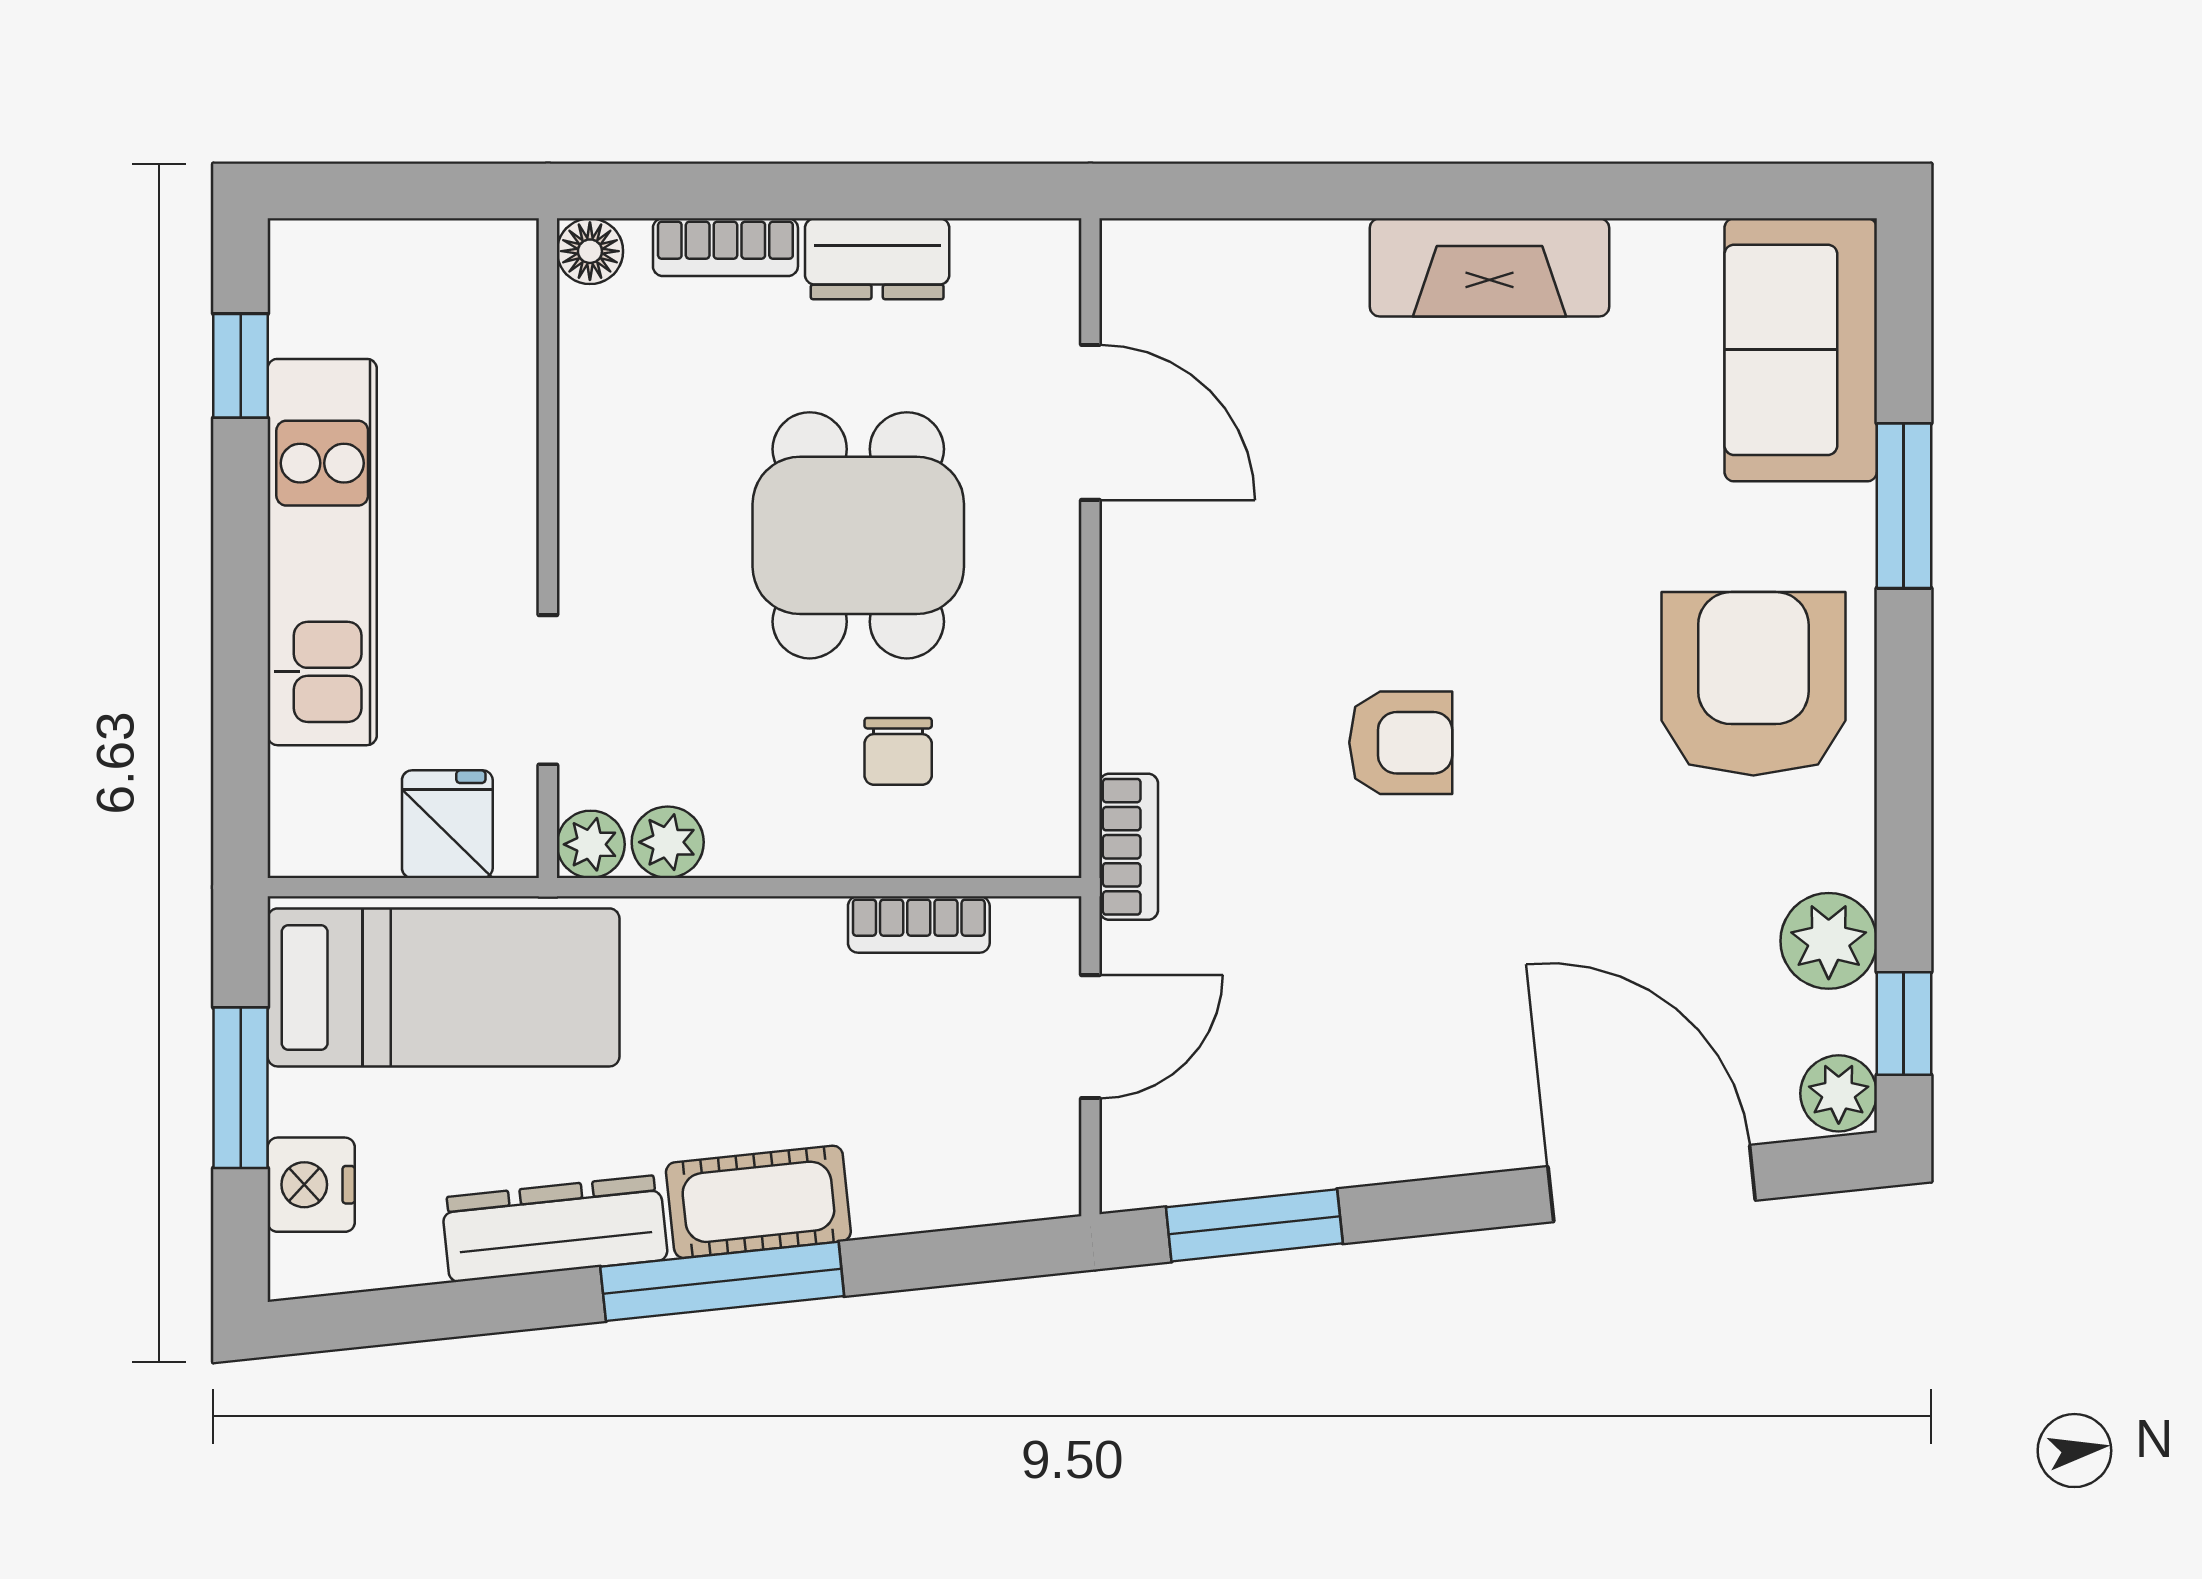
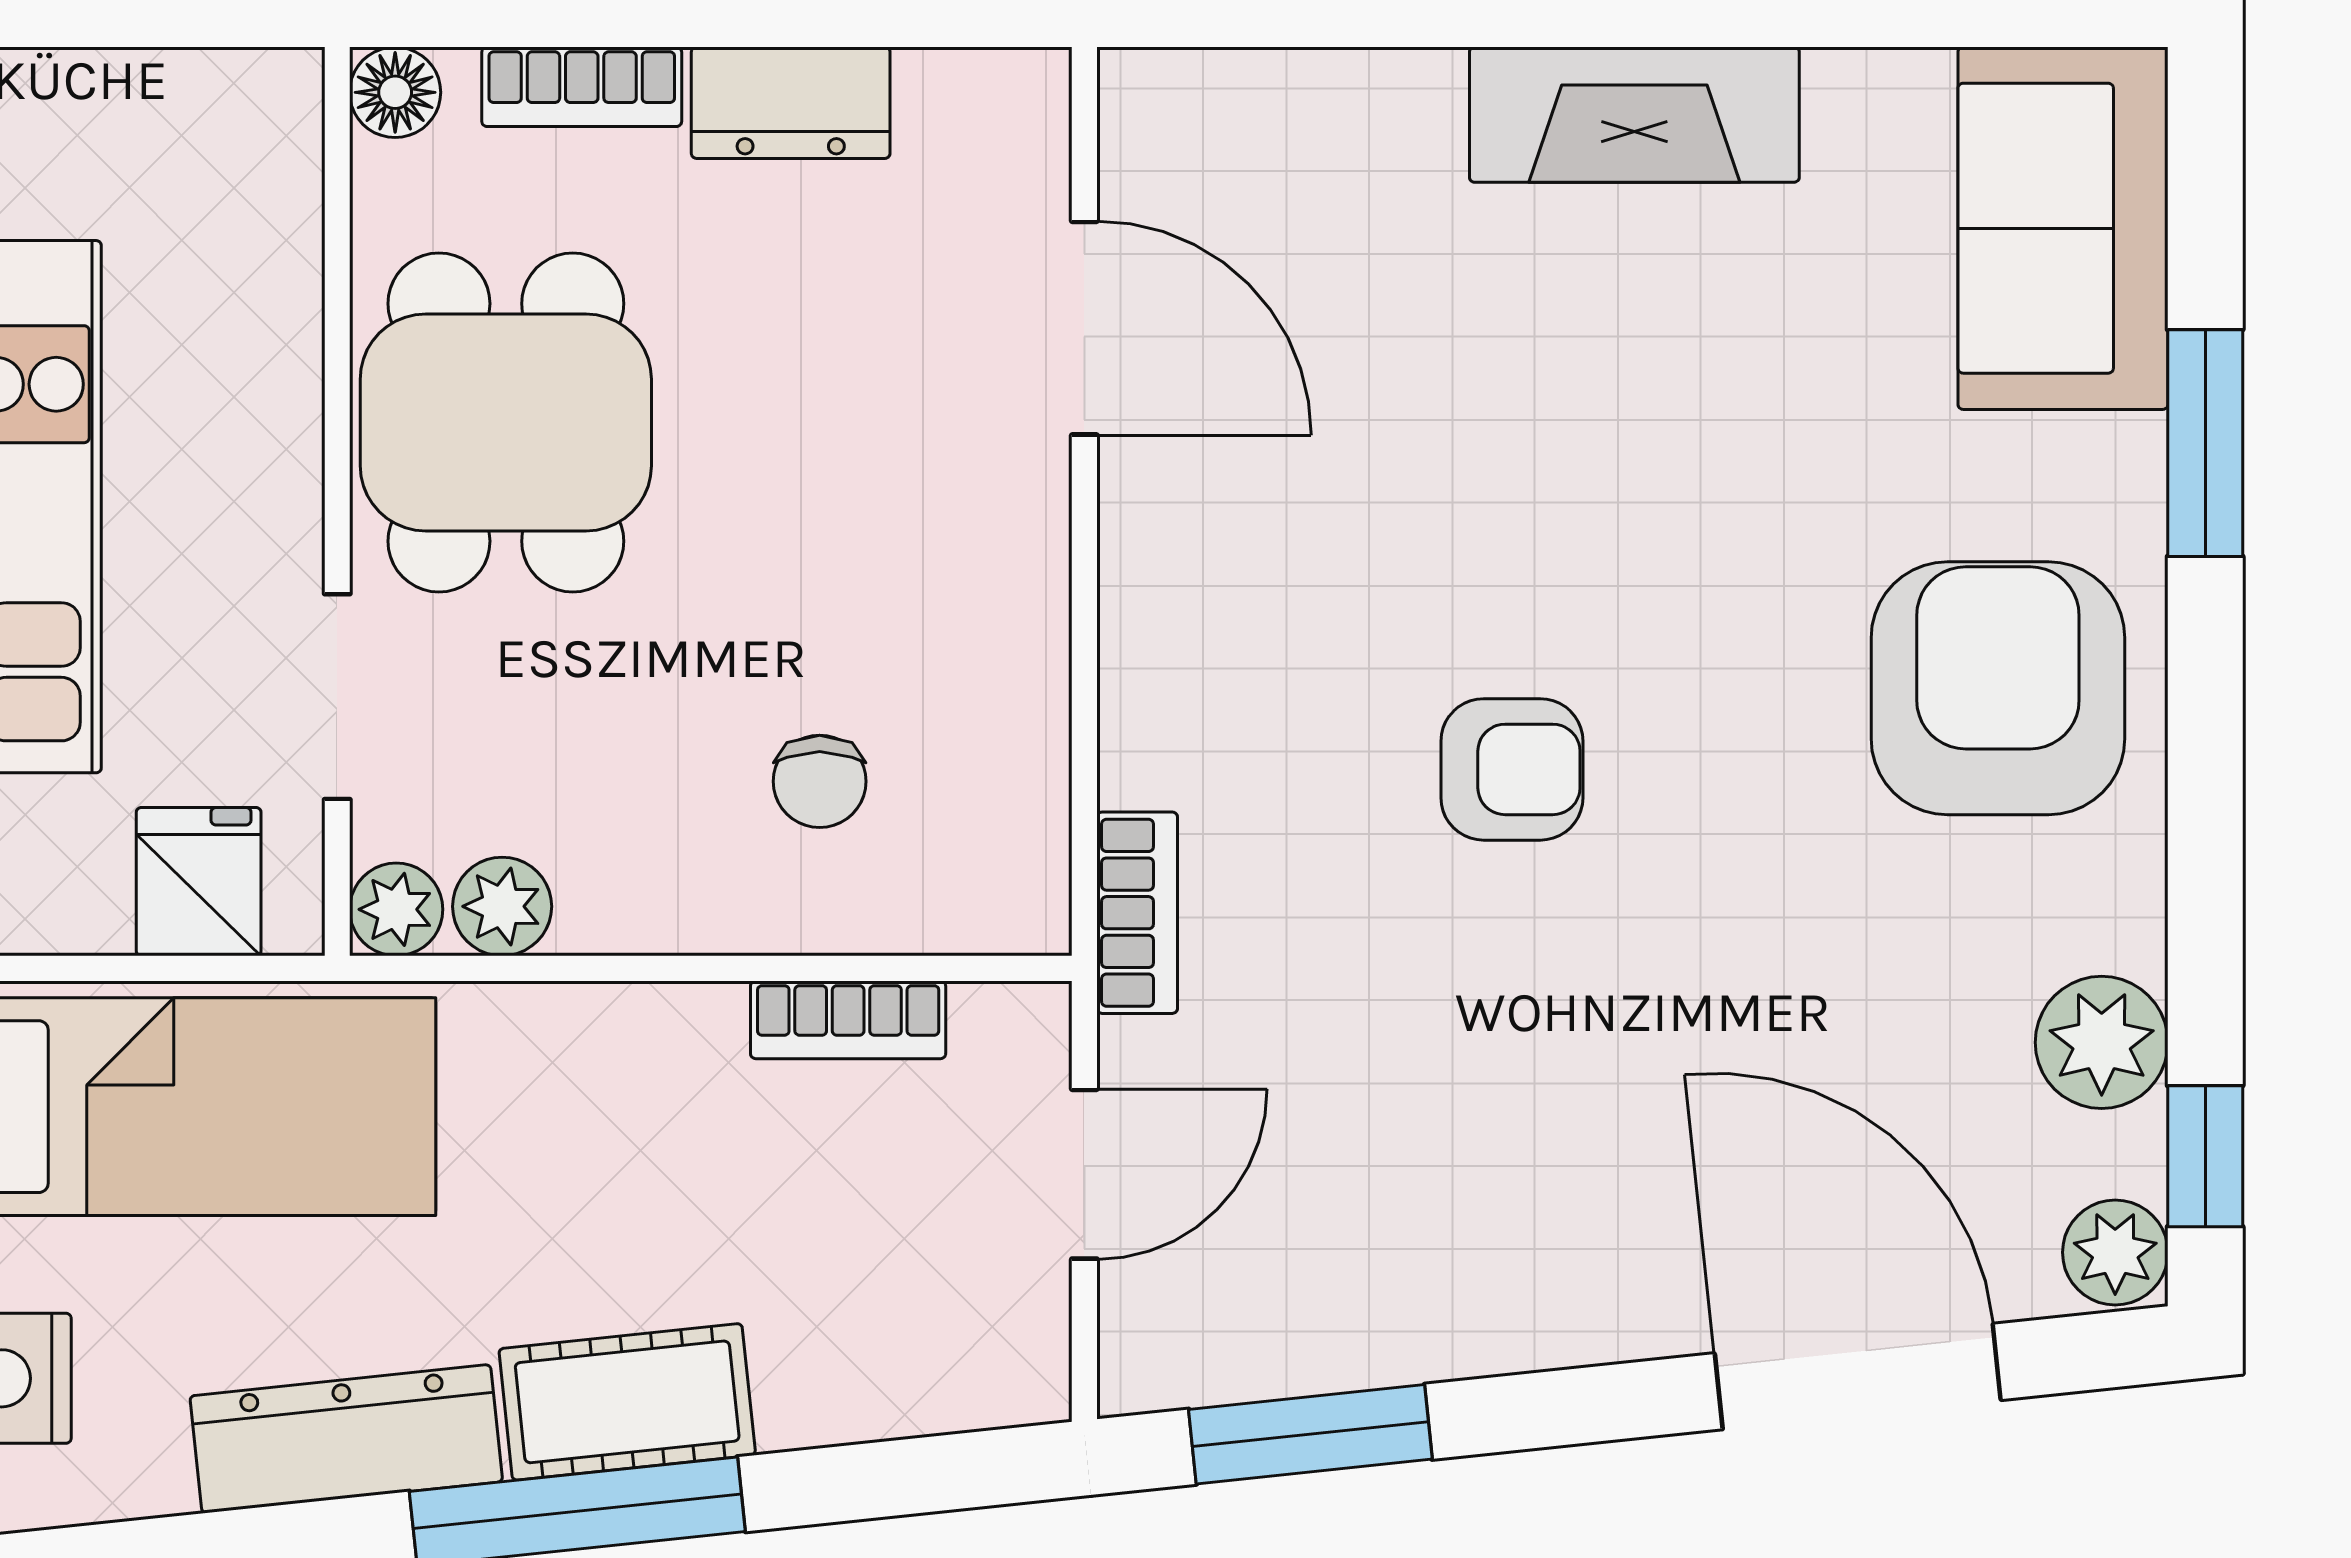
dining table: (858, 535) -> (506, 422), moved

